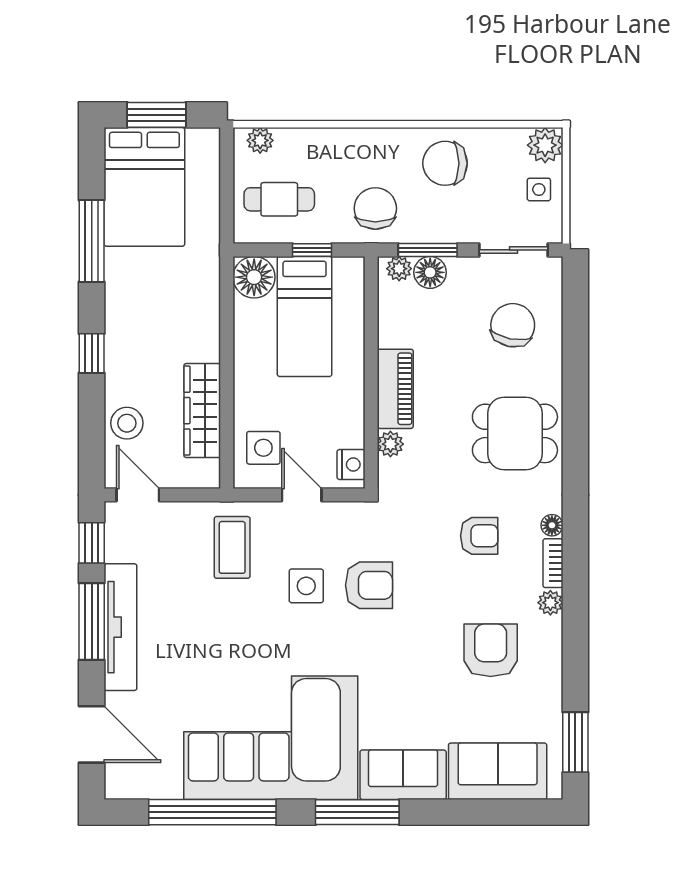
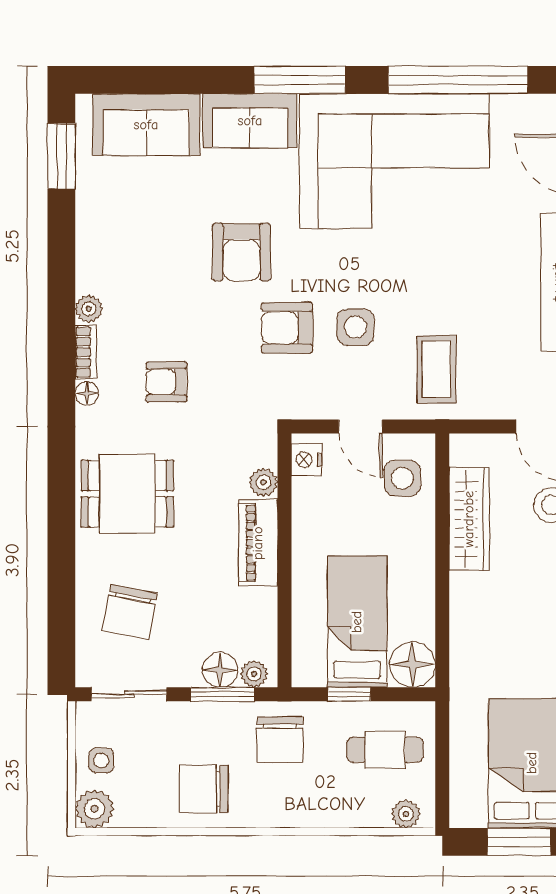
chair: (445, 163) -> (204, 789), turned 180
armchair: (491, 650) -> (242, 252), moved

